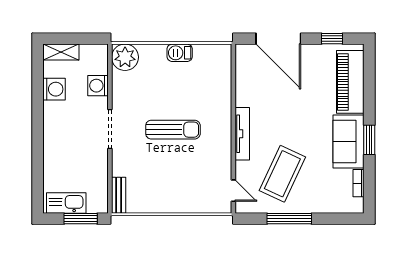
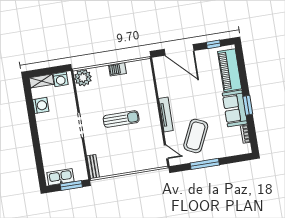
washing machine: (98, 86) -> (61, 79), moved, turned -90

